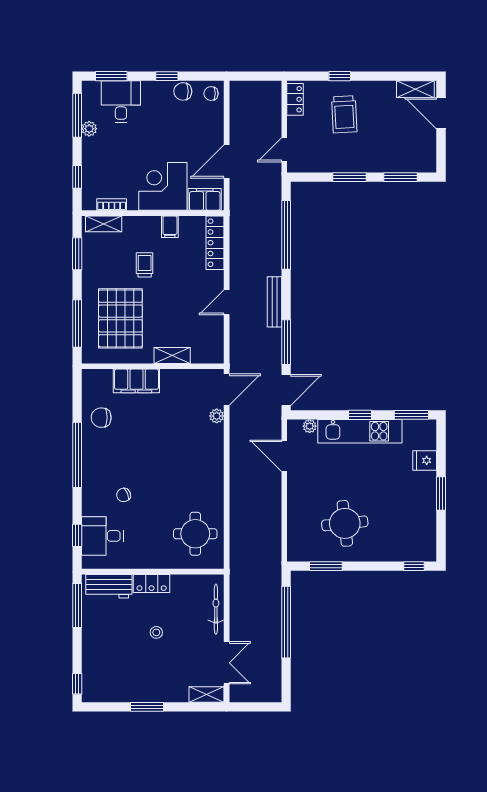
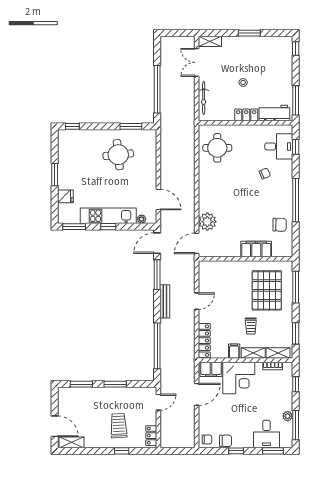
shelving: (172, 355) -> (253, 353), moved
plant: (217, 416) -> (207, 222), width x1.88, depth x1.88

